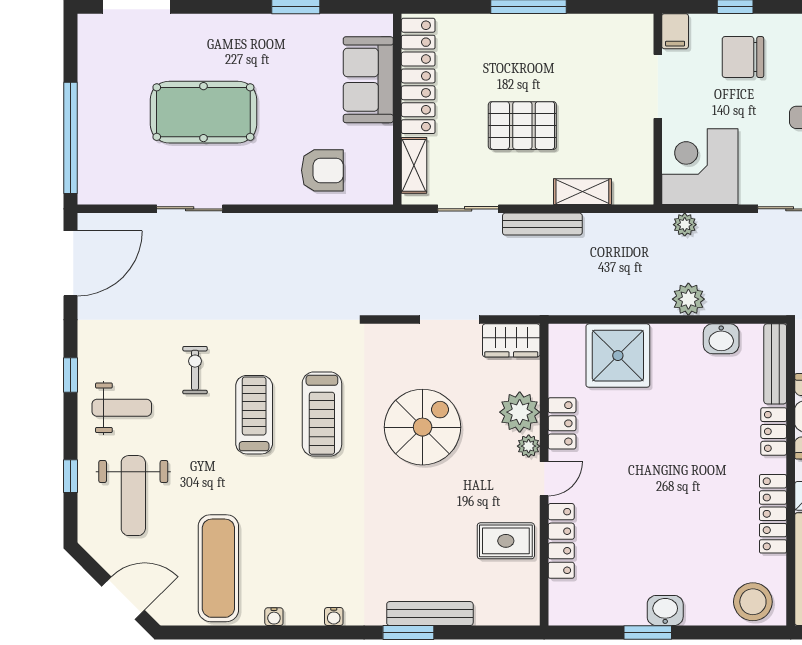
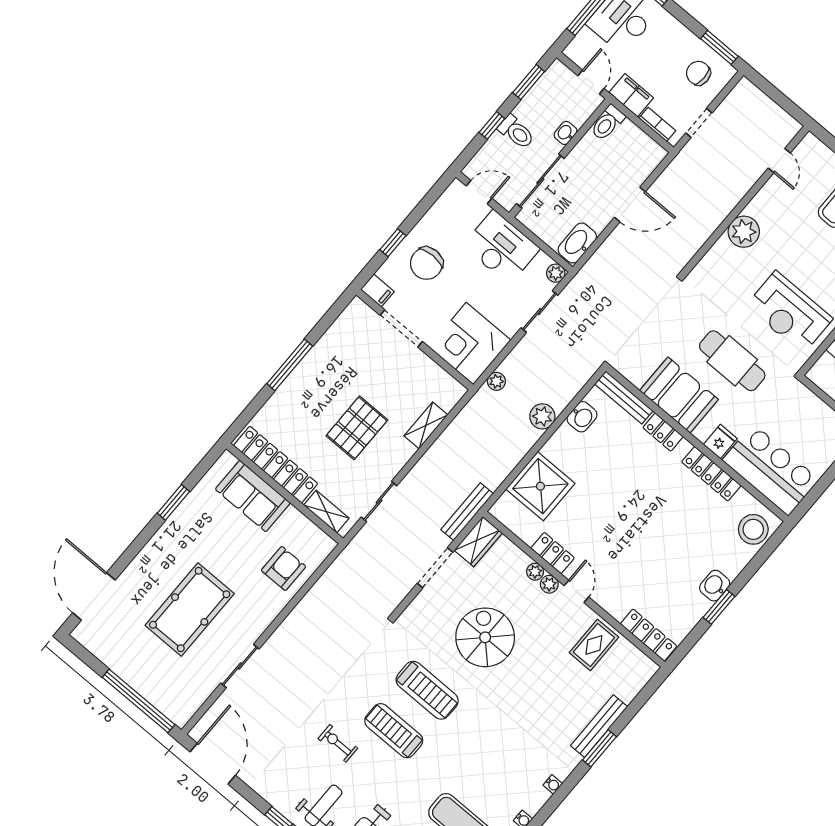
bench: (542, 224) -> (467, 512), moved
plant: (520, 412) -> (535, 572), width x0.53, depth x0.53
locker: (561, 541) -> (649, 635), moved

